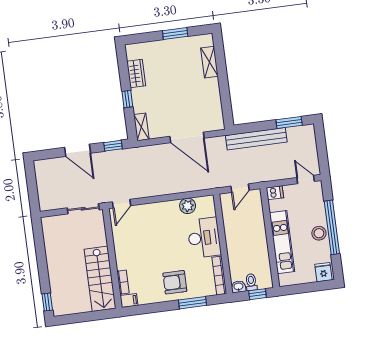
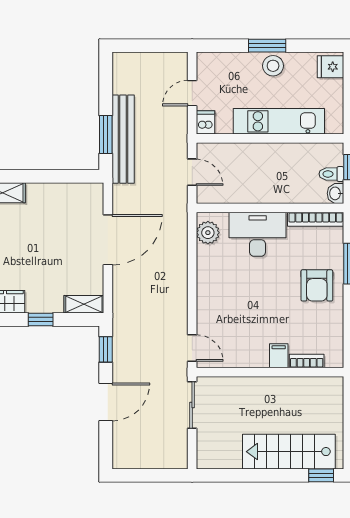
window: (289, 122) -> (106, 134), moved
door: (306, 179) -> (192, 93), moved
plant: (188, 206) -> (208, 233), moved
window: (332, 227) -> (267, 46), width x0.47
stairs: (100, 279) -> (289, 452), moved, turned 180
filing cabinet: (129, 300) -> (279, 356), moved

